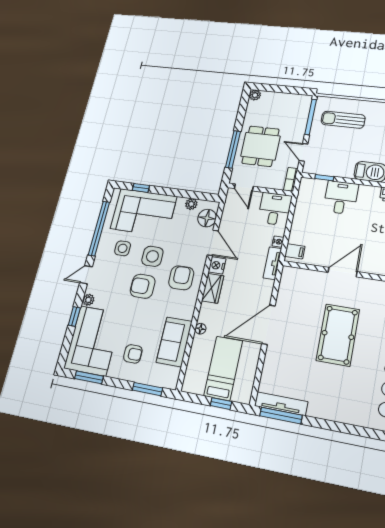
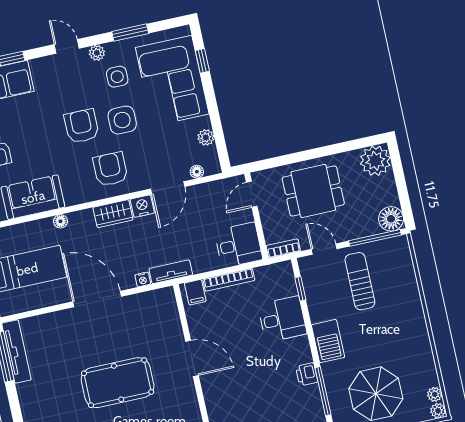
plant: (255, 95) -> (375, 161), width x1.88, depth x1.88
floor lamp: (302, 103) -> (391, 219), added
sun lounger: (343, 120) -> (360, 281), moved
window: (233, 149) -> (297, 157), removed
door: (303, 152) -> (324, 249), hinge flipped
floor lamp: (207, 218) -> (197, 172), width x0.53, depth x0.53
bookcase: (296, 224) -> (229, 280), added
window: (99, 228) -> (130, 32), width x0.47
nightstand: (278, 242) -> (143, 279), moved
armchair: (181, 278) -> (110, 169), turned -89
plant: (88, 300) -> (97, 53), moved

